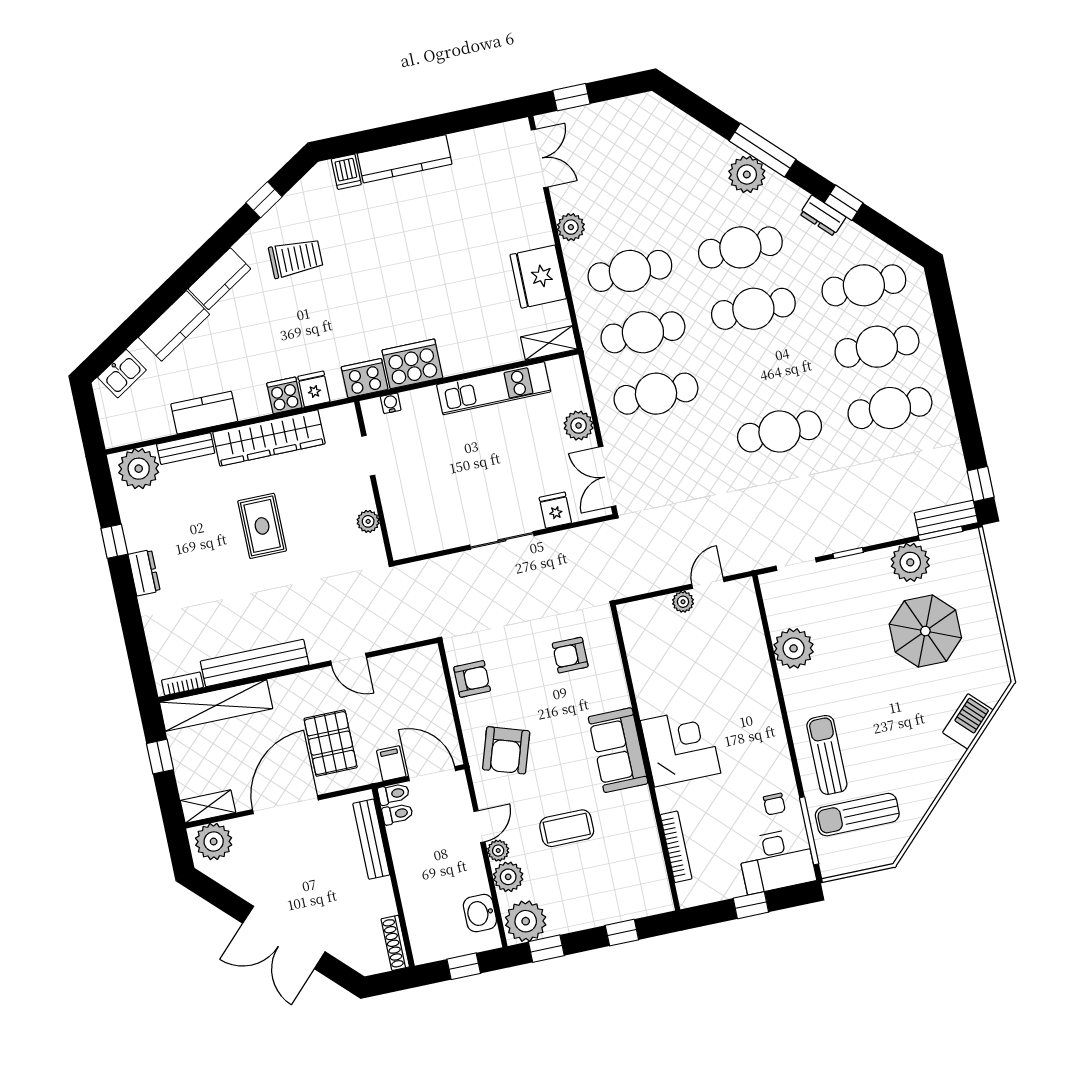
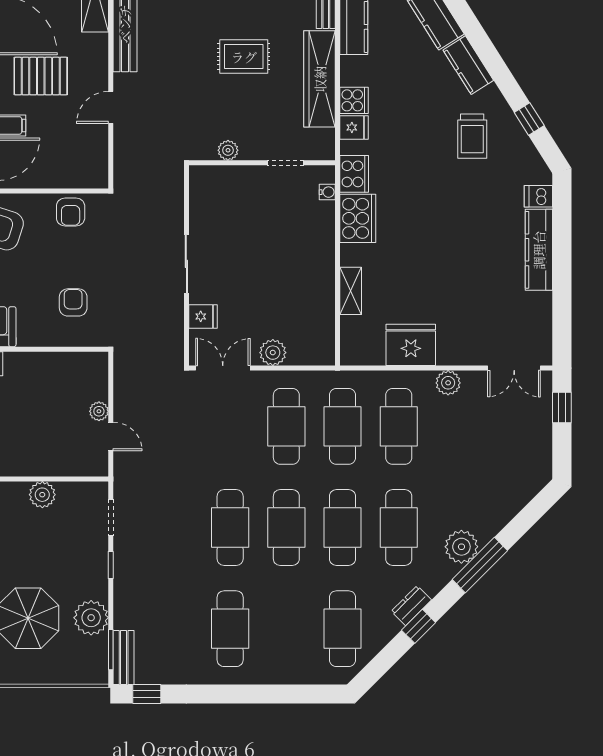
shelving: (549, 343) -> (351, 291), moved
cafe table: (877, 347) -> (286, 528), moved
kitchen unit: (494, 388) -> (321, 285), removed
plant: (794, 648) -> (42, 495), width x0.73, depth x0.73

